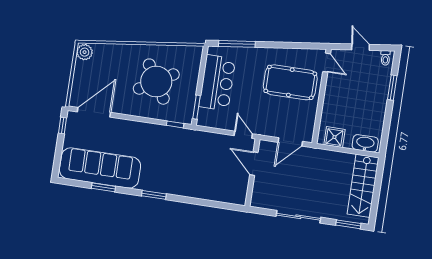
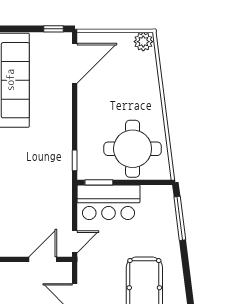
round table: (156, 82) -> (133, 149), moved, turned 31
bar counter: (217, 83) -> (109, 202), moved
door: (94, 112) -> (75, 63), hinge flipped

